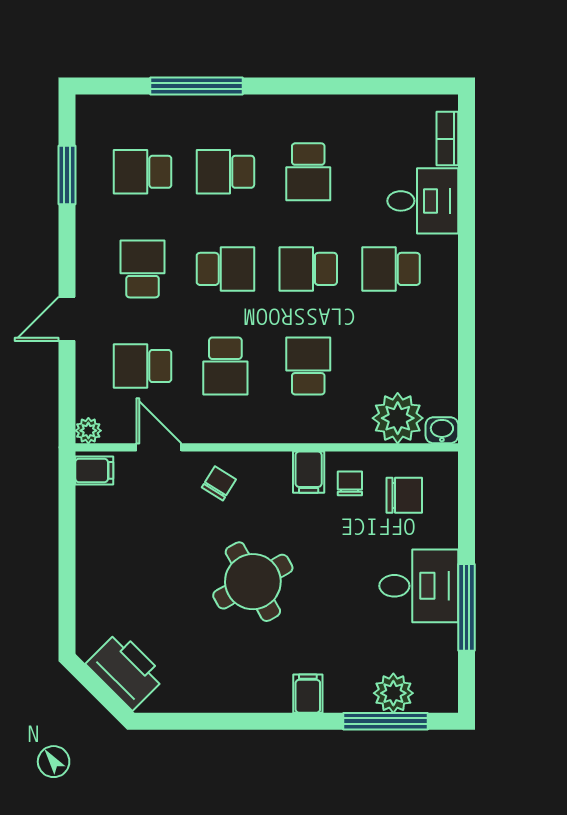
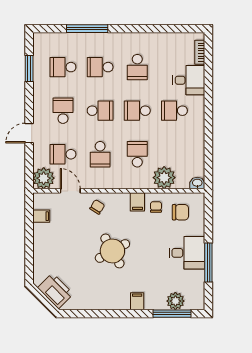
plant: (398, 418) -> (164, 178), moved
plant: (88, 431) -> (44, 178), width x1.88, depth x1.88
filing cabinet: (94, 470) -> (41, 216), moved

